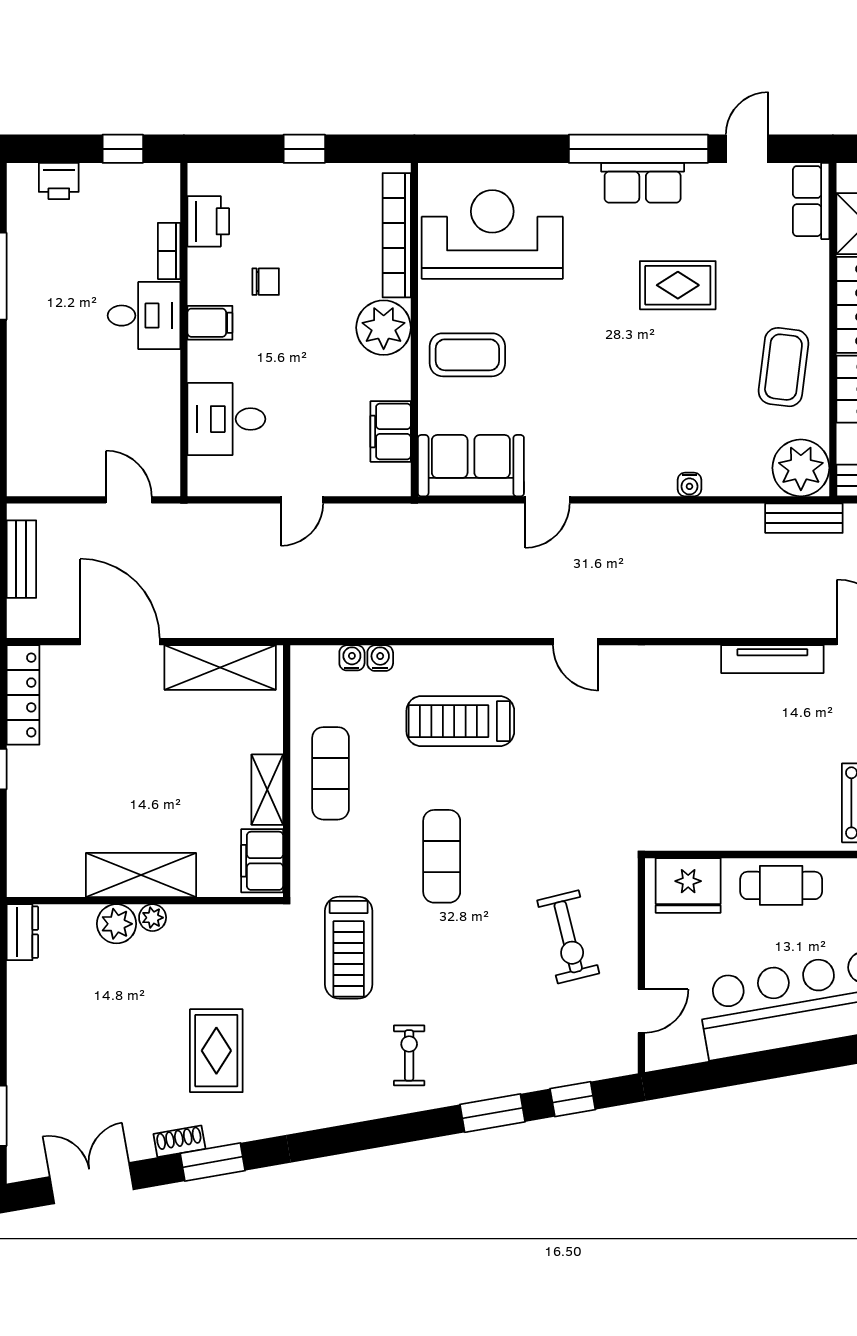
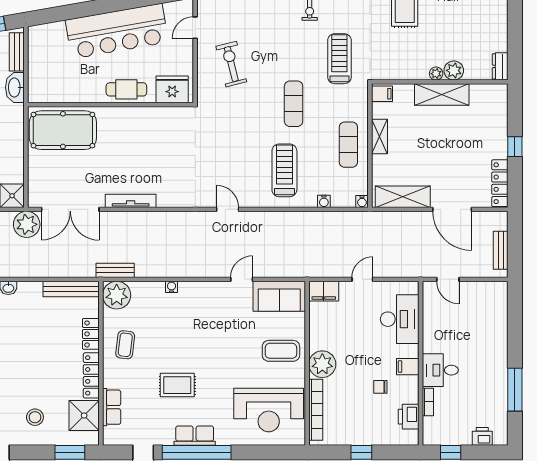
row of seats: (811, 201) -> (112, 407), moved
coffee table: (783, 367) -> (125, 345), width x0.73, depth x0.77
desk: (226, 419) -> (400, 319), width x1.37
filing cabinet: (391, 431) -> (324, 291), moved, turned 90
water cooler: (352, 658) -> (362, 202), moved
treadmill: (460, 721) -> (284, 170), turned -90
filing cabinet: (262, 861) -> (382, 94), width x0.50

